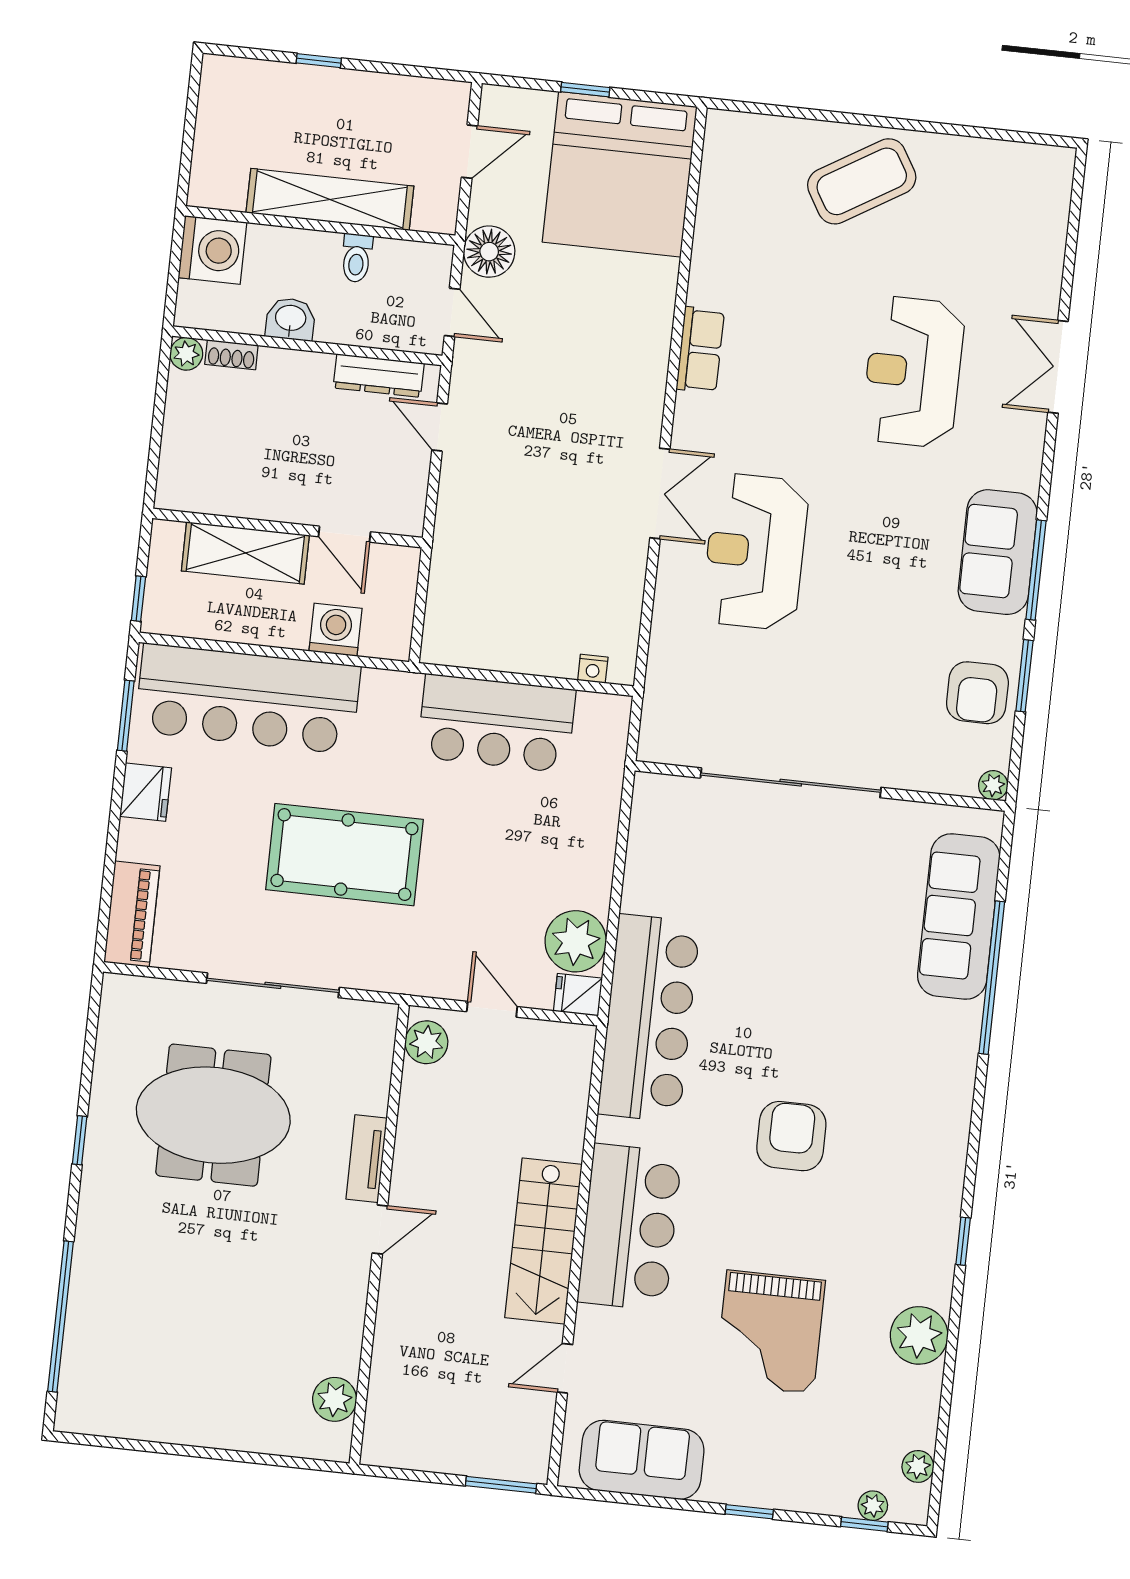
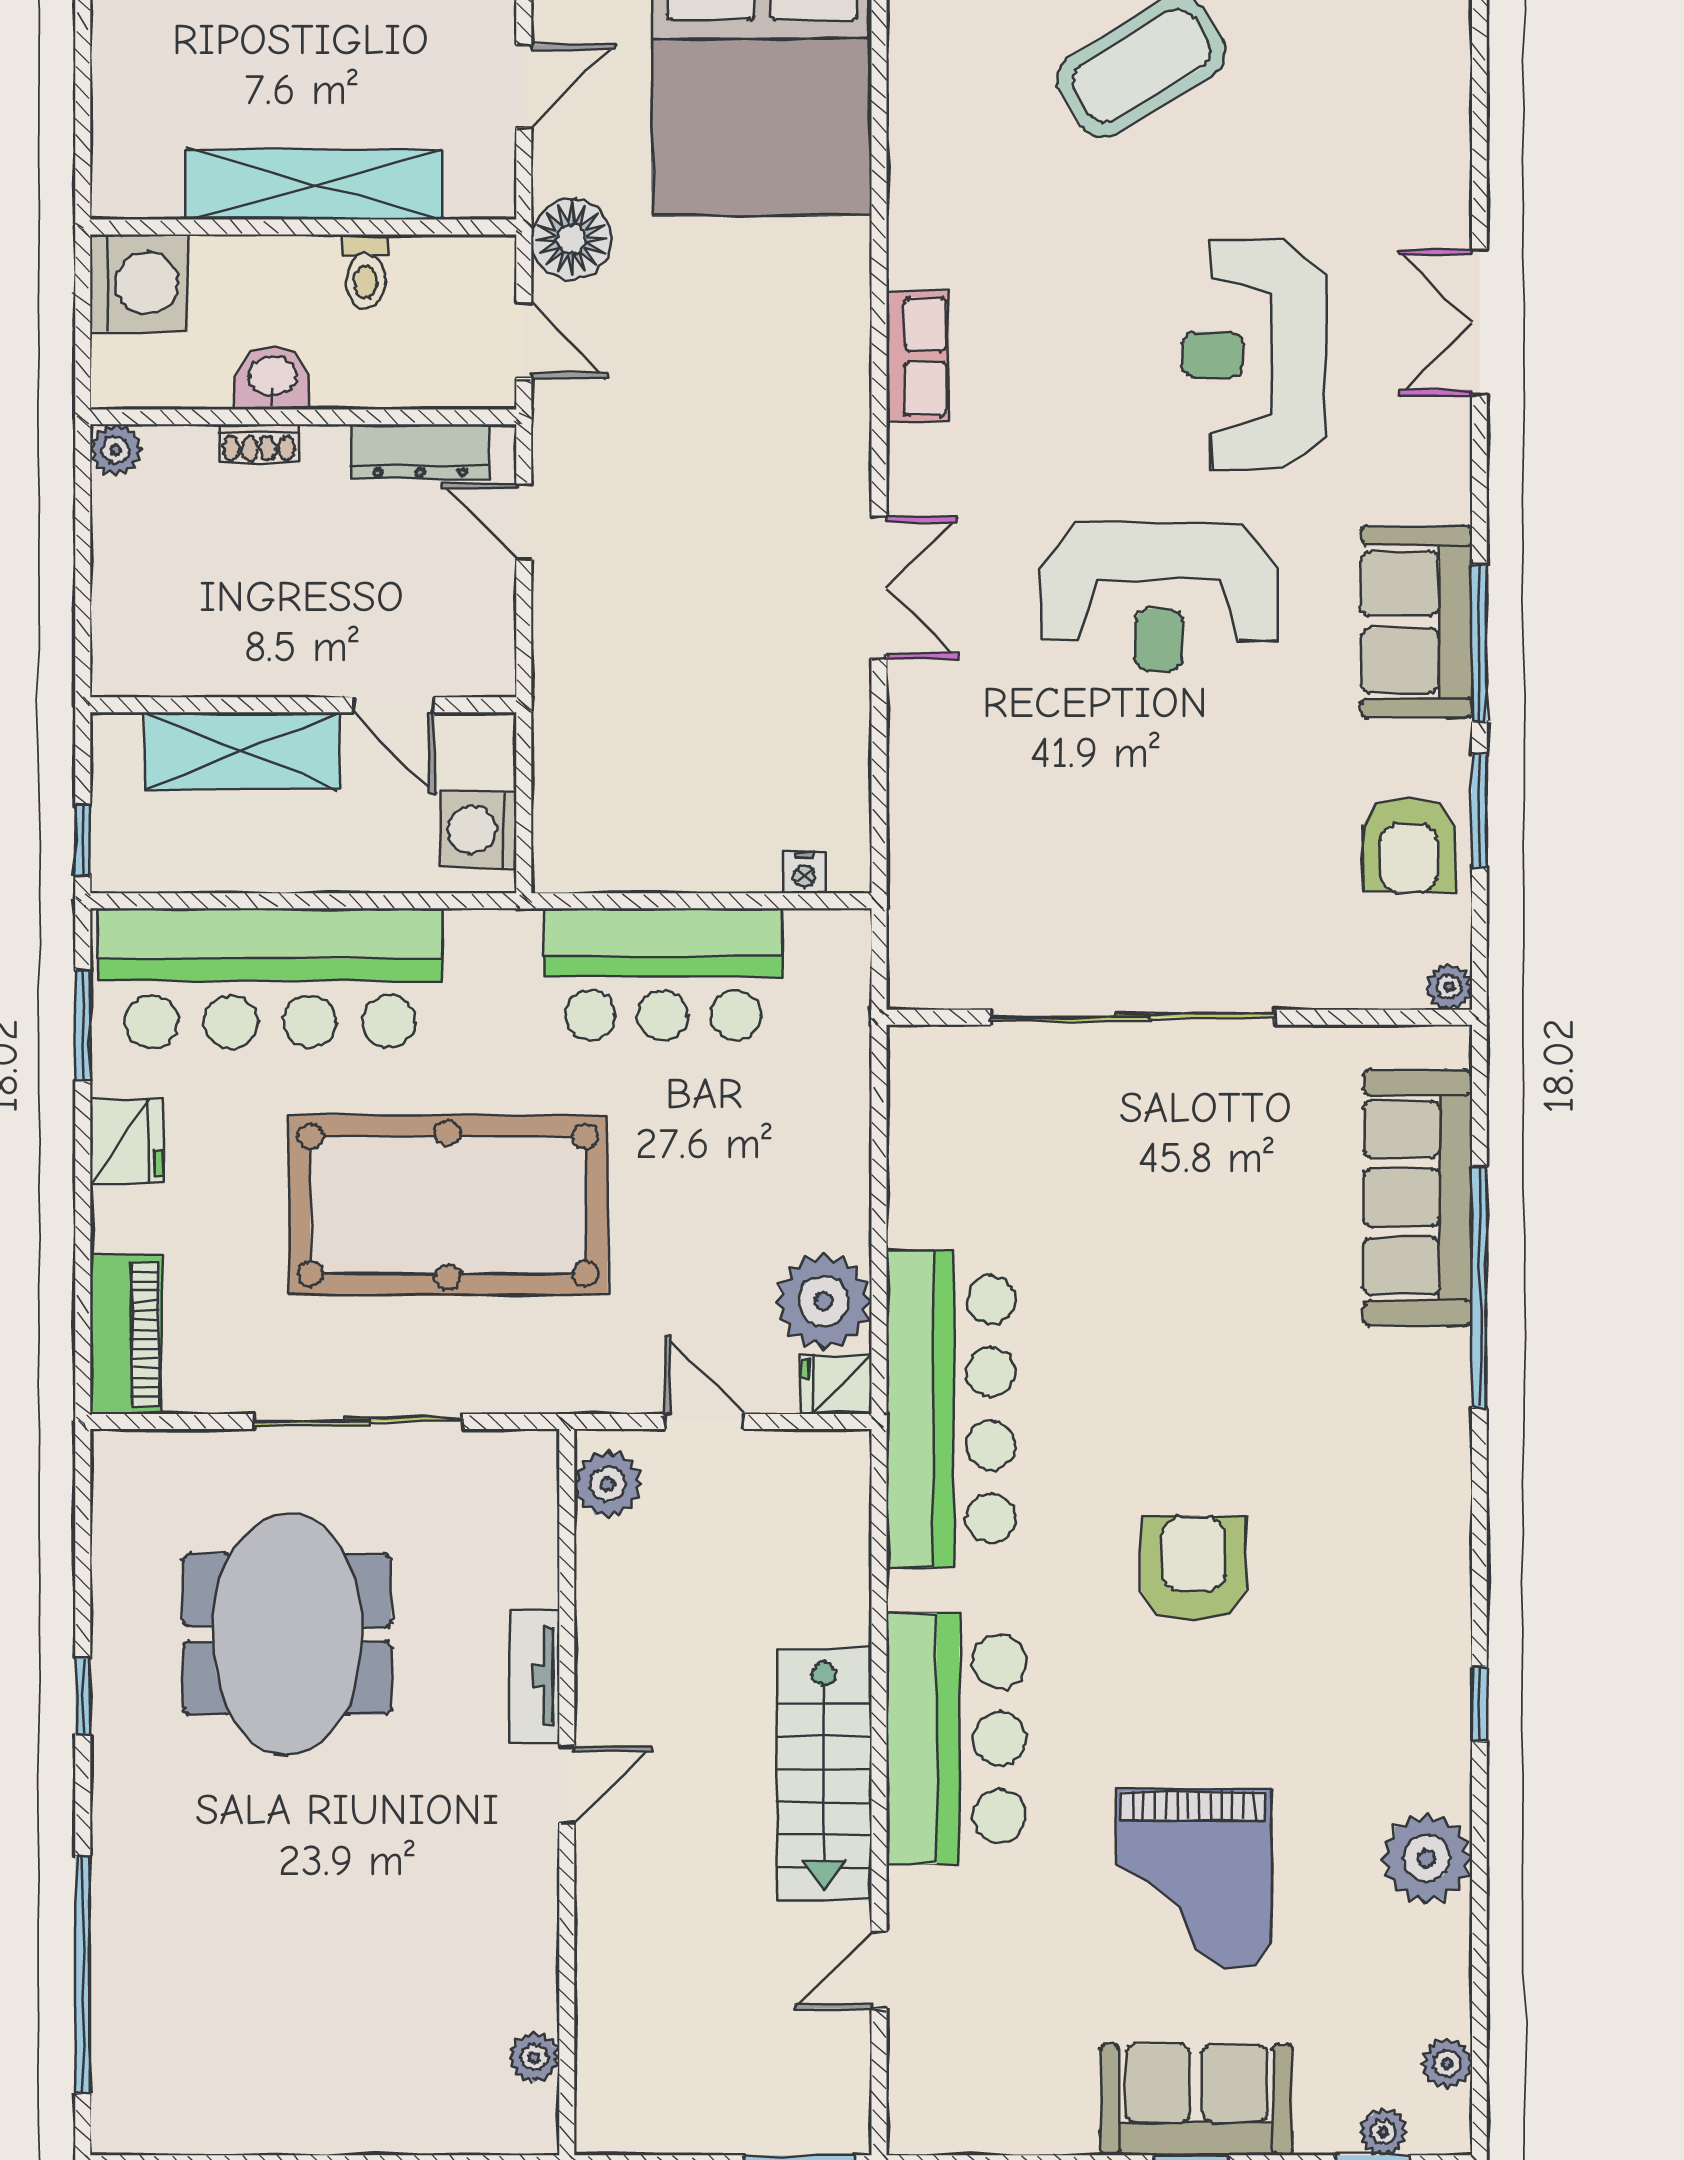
shoe rack: (231, 355) -> (259, 444), moved
reception desk: (755, 552) -> (1159, 597), moved, turned -90
washing machine: (336, 630) -> (478, 829), moved, turned -90
pool table: (344, 855) -> (448, 1205), width x1.36, depth x1.32
meeting table: (213, 1115) -> (287, 1634), turned 90
plant: (335, 1399) -> (534, 2058), width x0.73, depth x0.73
sofa: (642, 1460) -> (1196, 2100), moved

